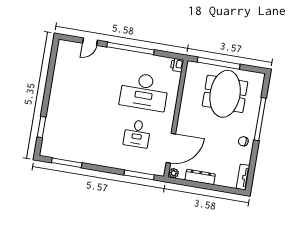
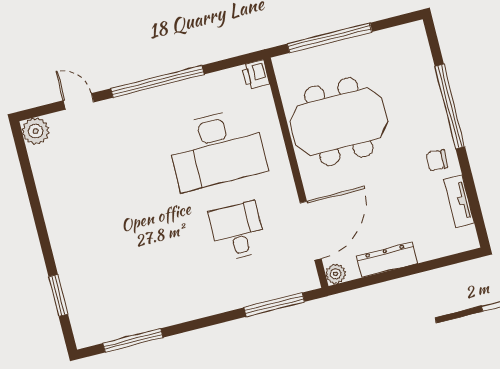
door: (90, 42) -> (78, 101), swing flipped
plant: (64, 47) -> (36, 131), added
meeting table: (225, 94) -> (339, 122), moved, turned 90
desk: (137, 134) -> (238, 231), turned 180
tv unit: (243, 177) -> (459, 201), moved

